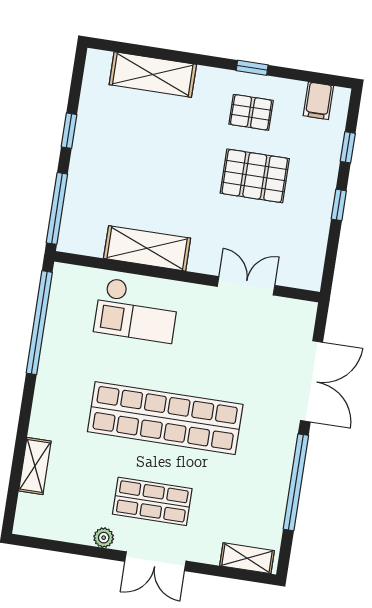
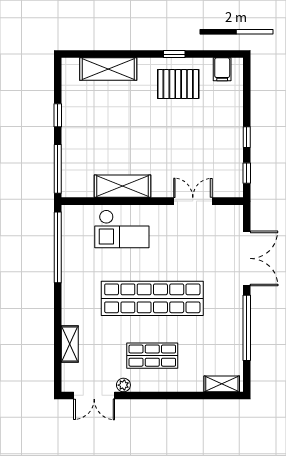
pallet: (251, 112) -> (178, 84), width x1.50, depth x1.42
window: (348, 147) -> (247, 173), moved
pallet: (255, 176) -> (187, 126), removed
double door: (155, 561) -> (94, 395), moved

